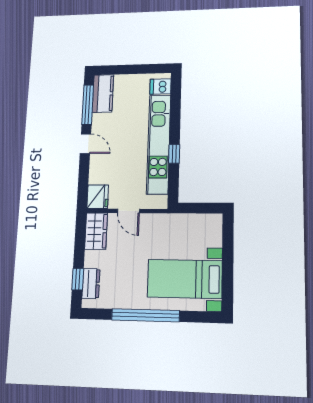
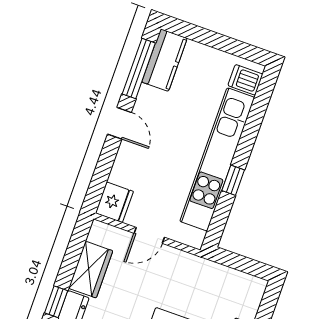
door: (128, 211) -> (149, 235), hinge flipped
wardrobe: (96, 231) -> (91, 270), moved

